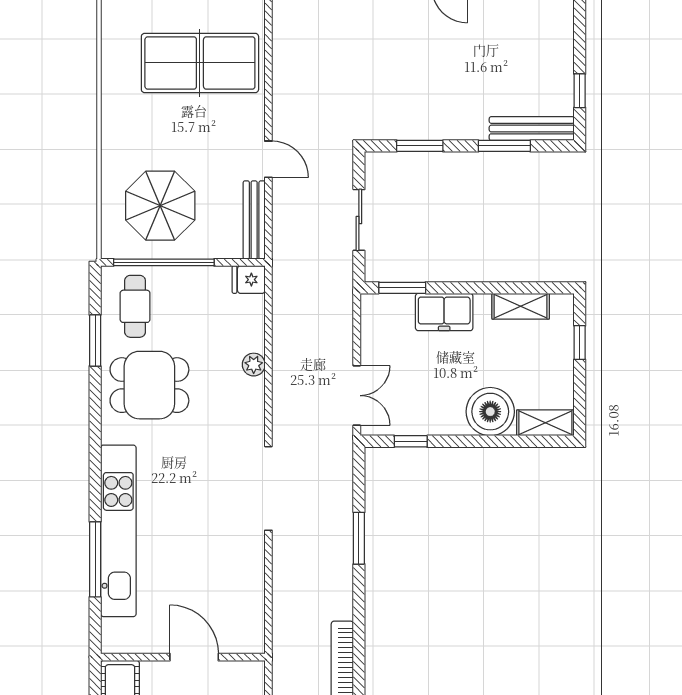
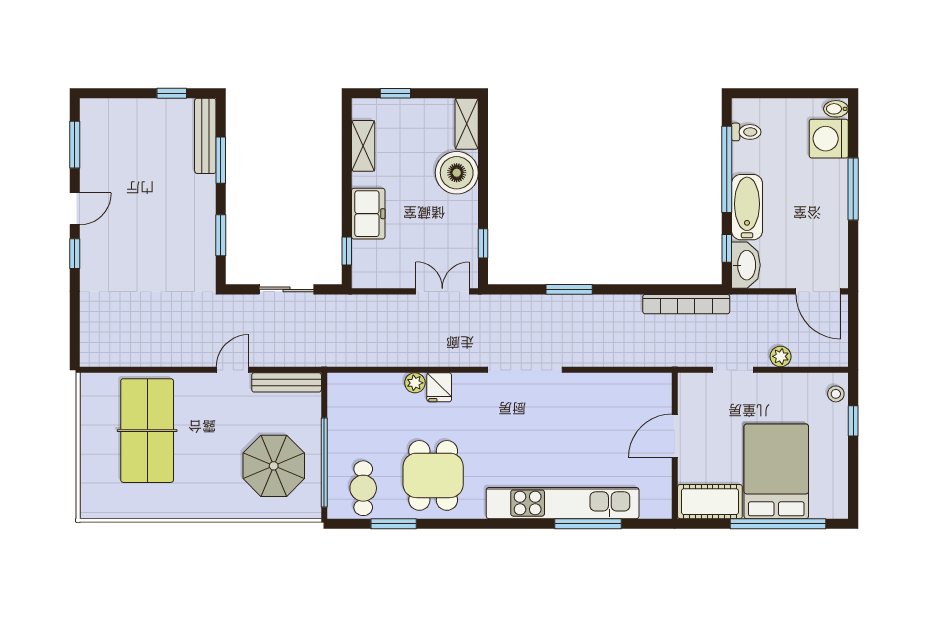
fridge: (249, 280) -> (439, 387), moved
window: (402, 288) -> (347, 251), width x0.67
cafe table: (135, 306) -> (363, 488), turned 90

